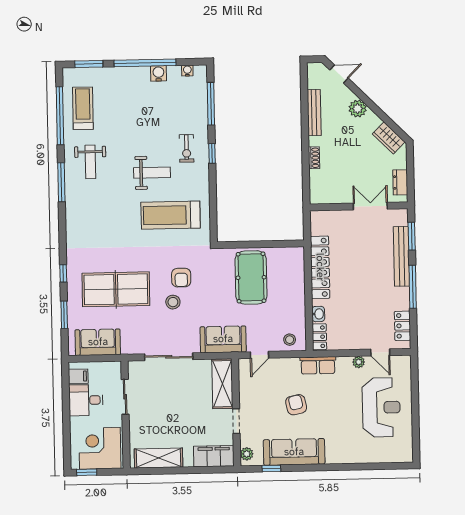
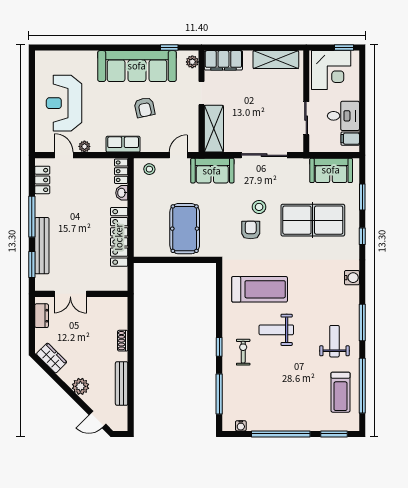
water cooler: (158, 73) -> (352, 278), moved, turned -90
sofa: (294, 452) -> (137, 66), width x1.36, depth x1.27

